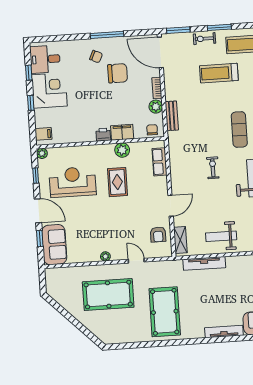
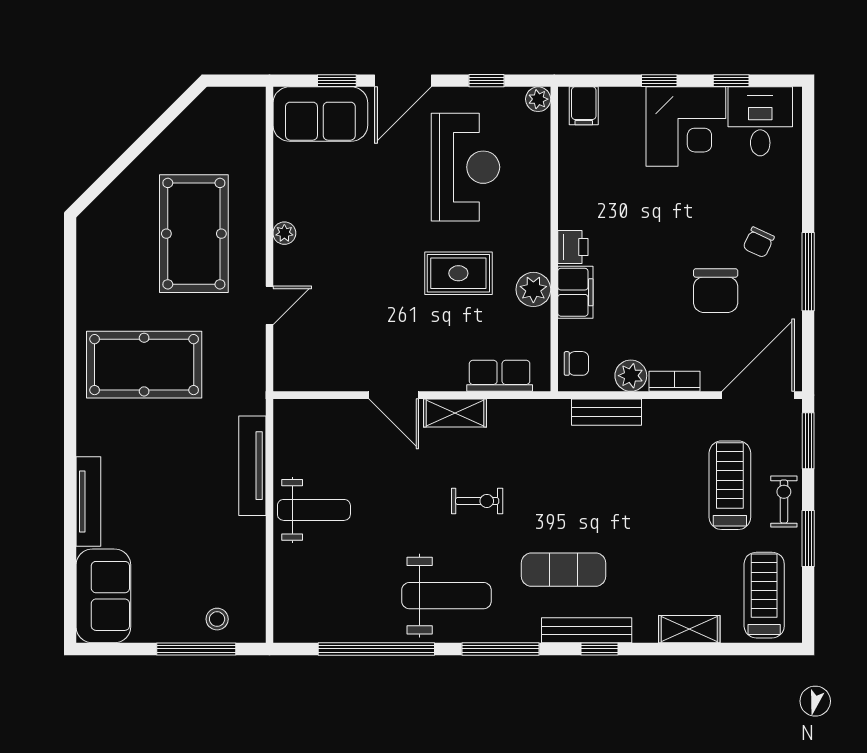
treadmill: (219, 73) -> (730, 485), moved
armchair: (158, 234) -> (328, 361), removed
weight bench: (221, 236) -> (314, 510), turned 90
shelving: (180, 240) -> (455, 413), moved

